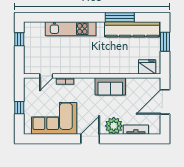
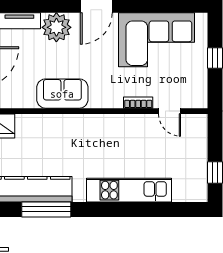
door: (46, 76) -> (170, 111), swing flipped

